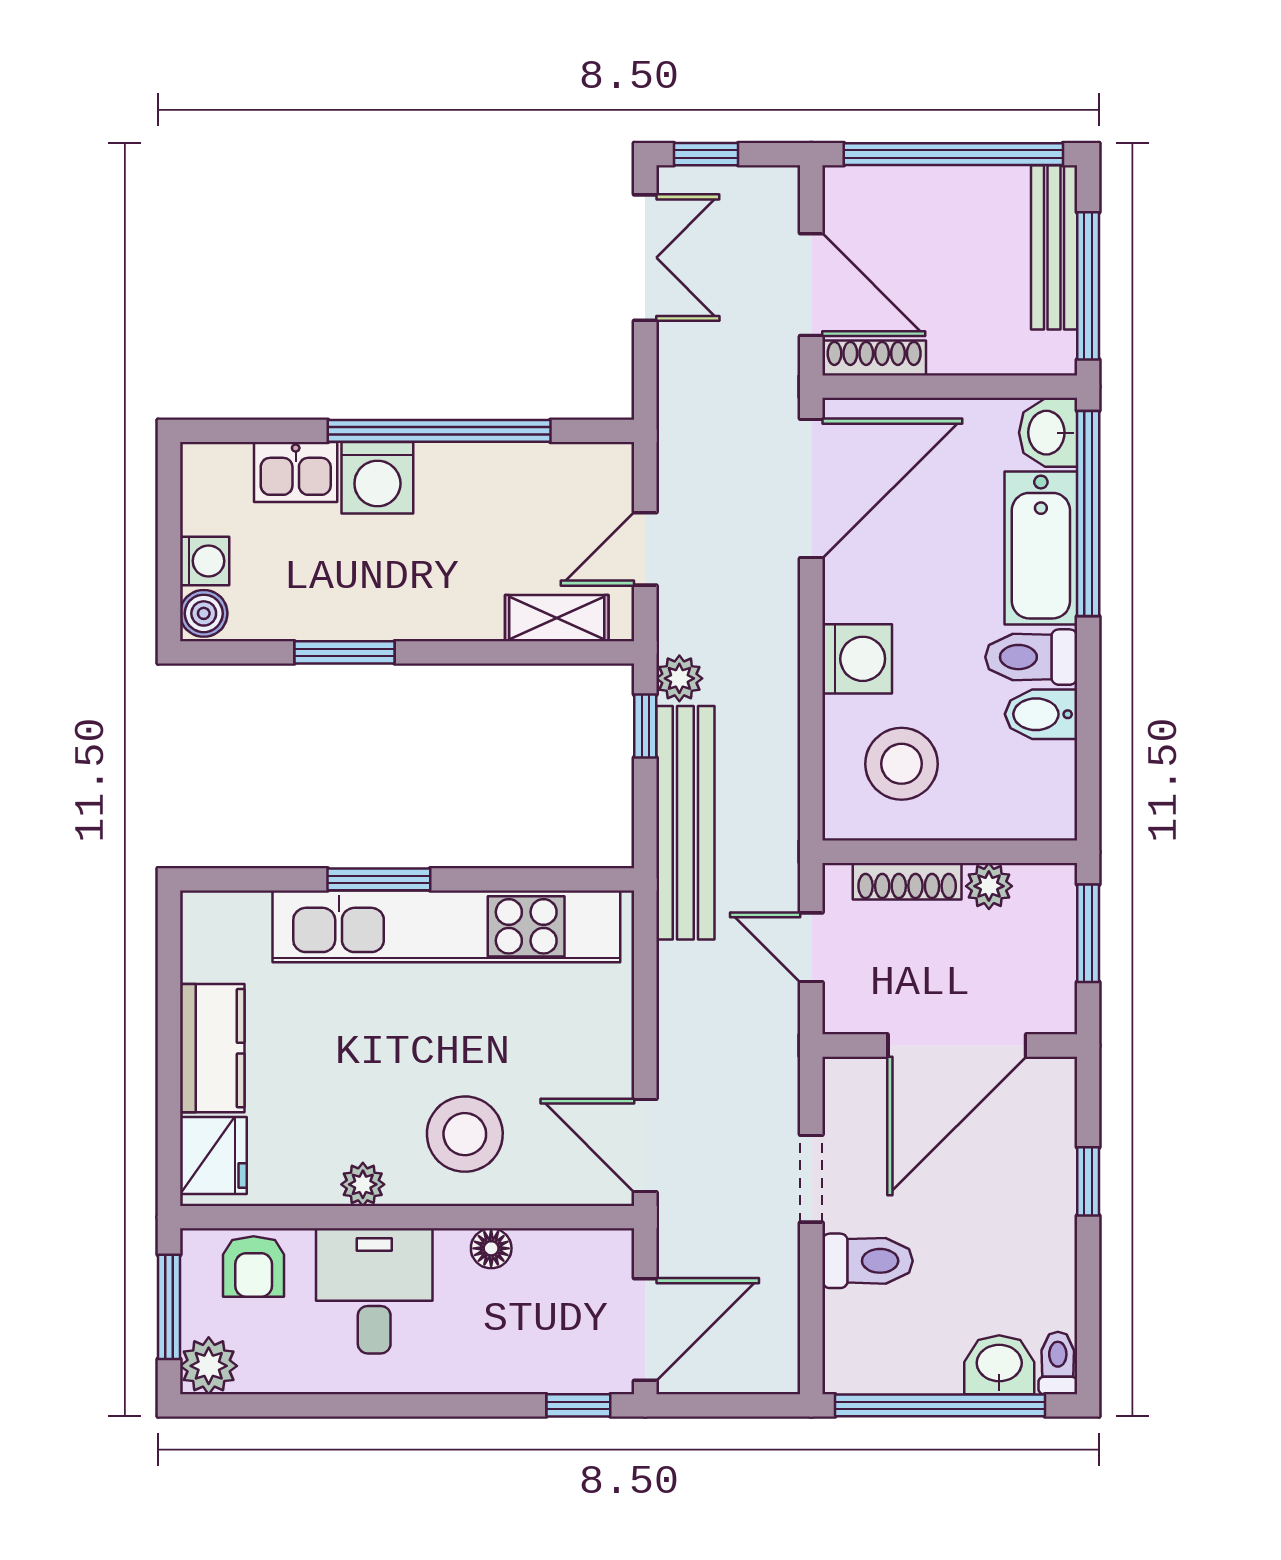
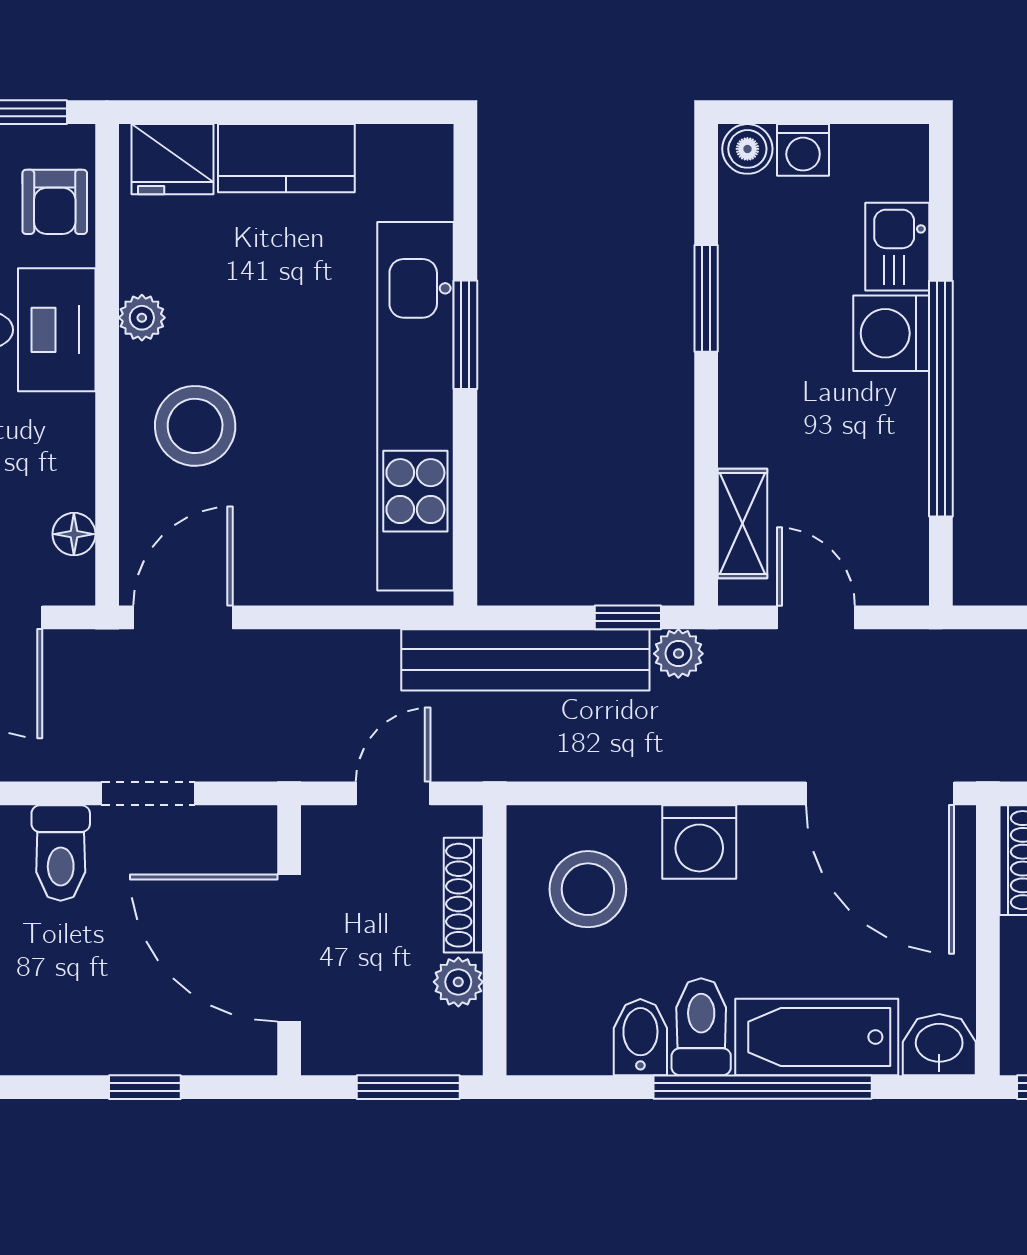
window: (1088, 514) -> (763, 1087), moved
floor lamp: (491, 1248) -> (74, 534), moved
armchair: (254, 1266) -> (55, 202), turned -90

